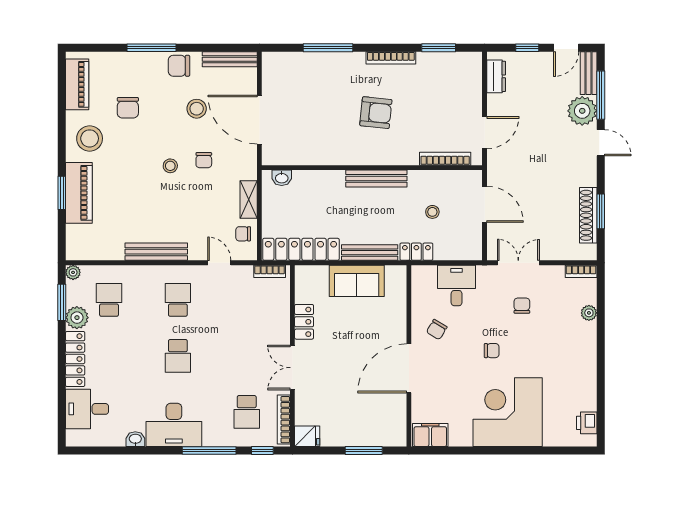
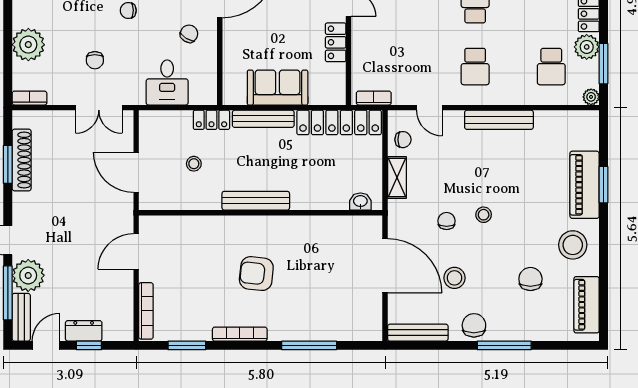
chair: (179, 66) -> (474, 325), turned -90
dresser: (496, 76) -> (84, 331), moved, turned 90
bookcase: (445, 159) -> (146, 311), moved, turned -90
plant: (589, 313) -> (28, 45), width x1.87, depth x1.87

